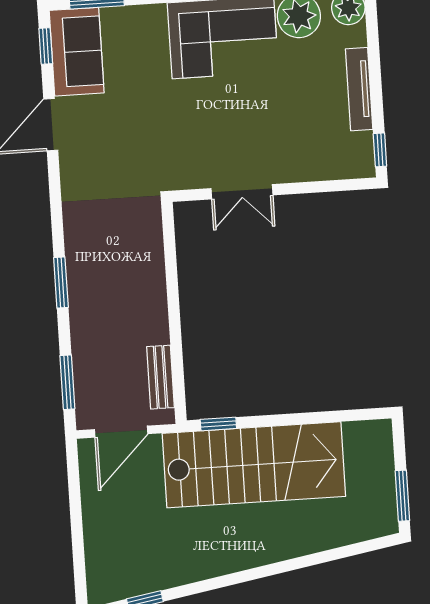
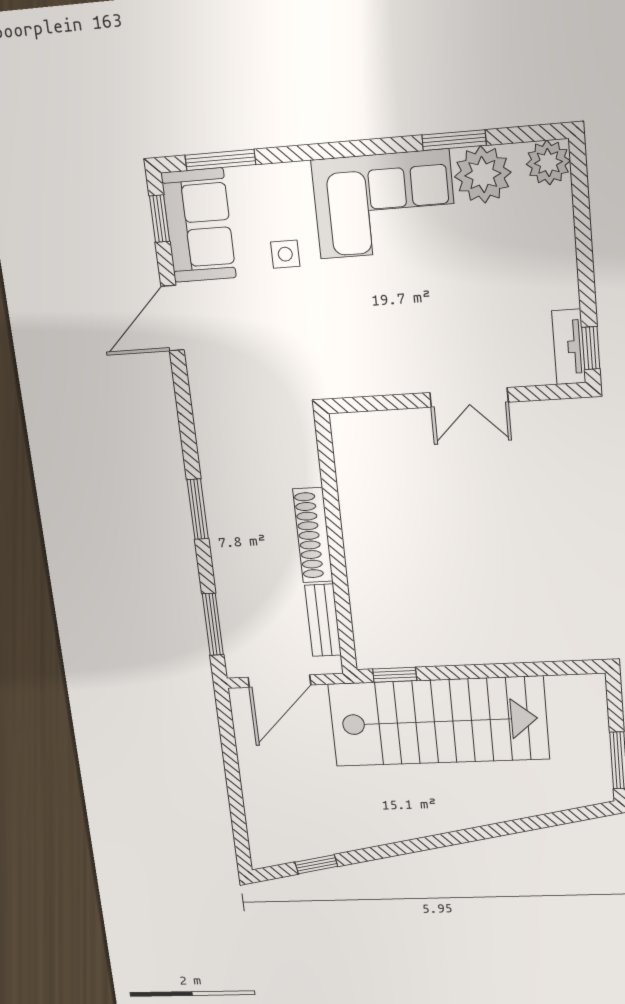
side table: (144, 75) -> (285, 254), added
tv unit: (359, 89) -> (569, 347), moved, width x0.71
double door: (242, 192) -> (469, 397), moved
shoe rack: (155, 304) -> (313, 535), added

